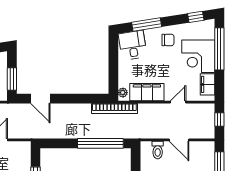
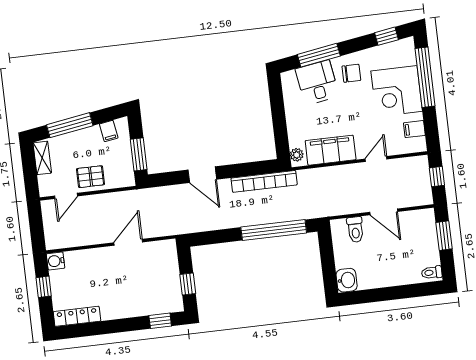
desk: (133, 45) -> (317, 83), moved
filing cabinet: (208, 84) -> (414, 129), width x0.50
door: (40, 99) -> (202, 175), moved
bookcase: (114, 109) -> (264, 181), moved

